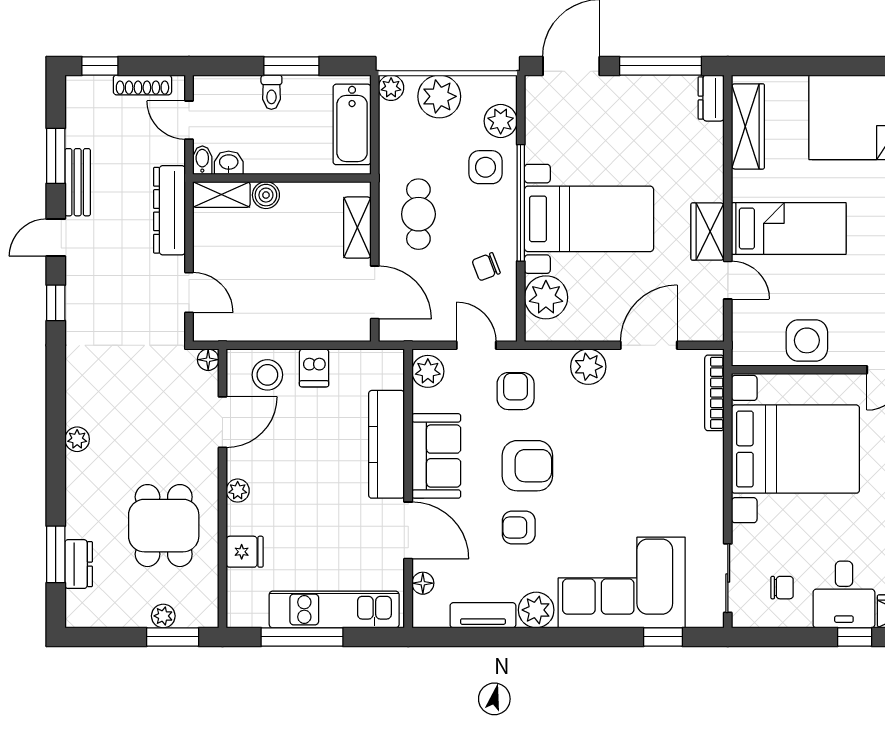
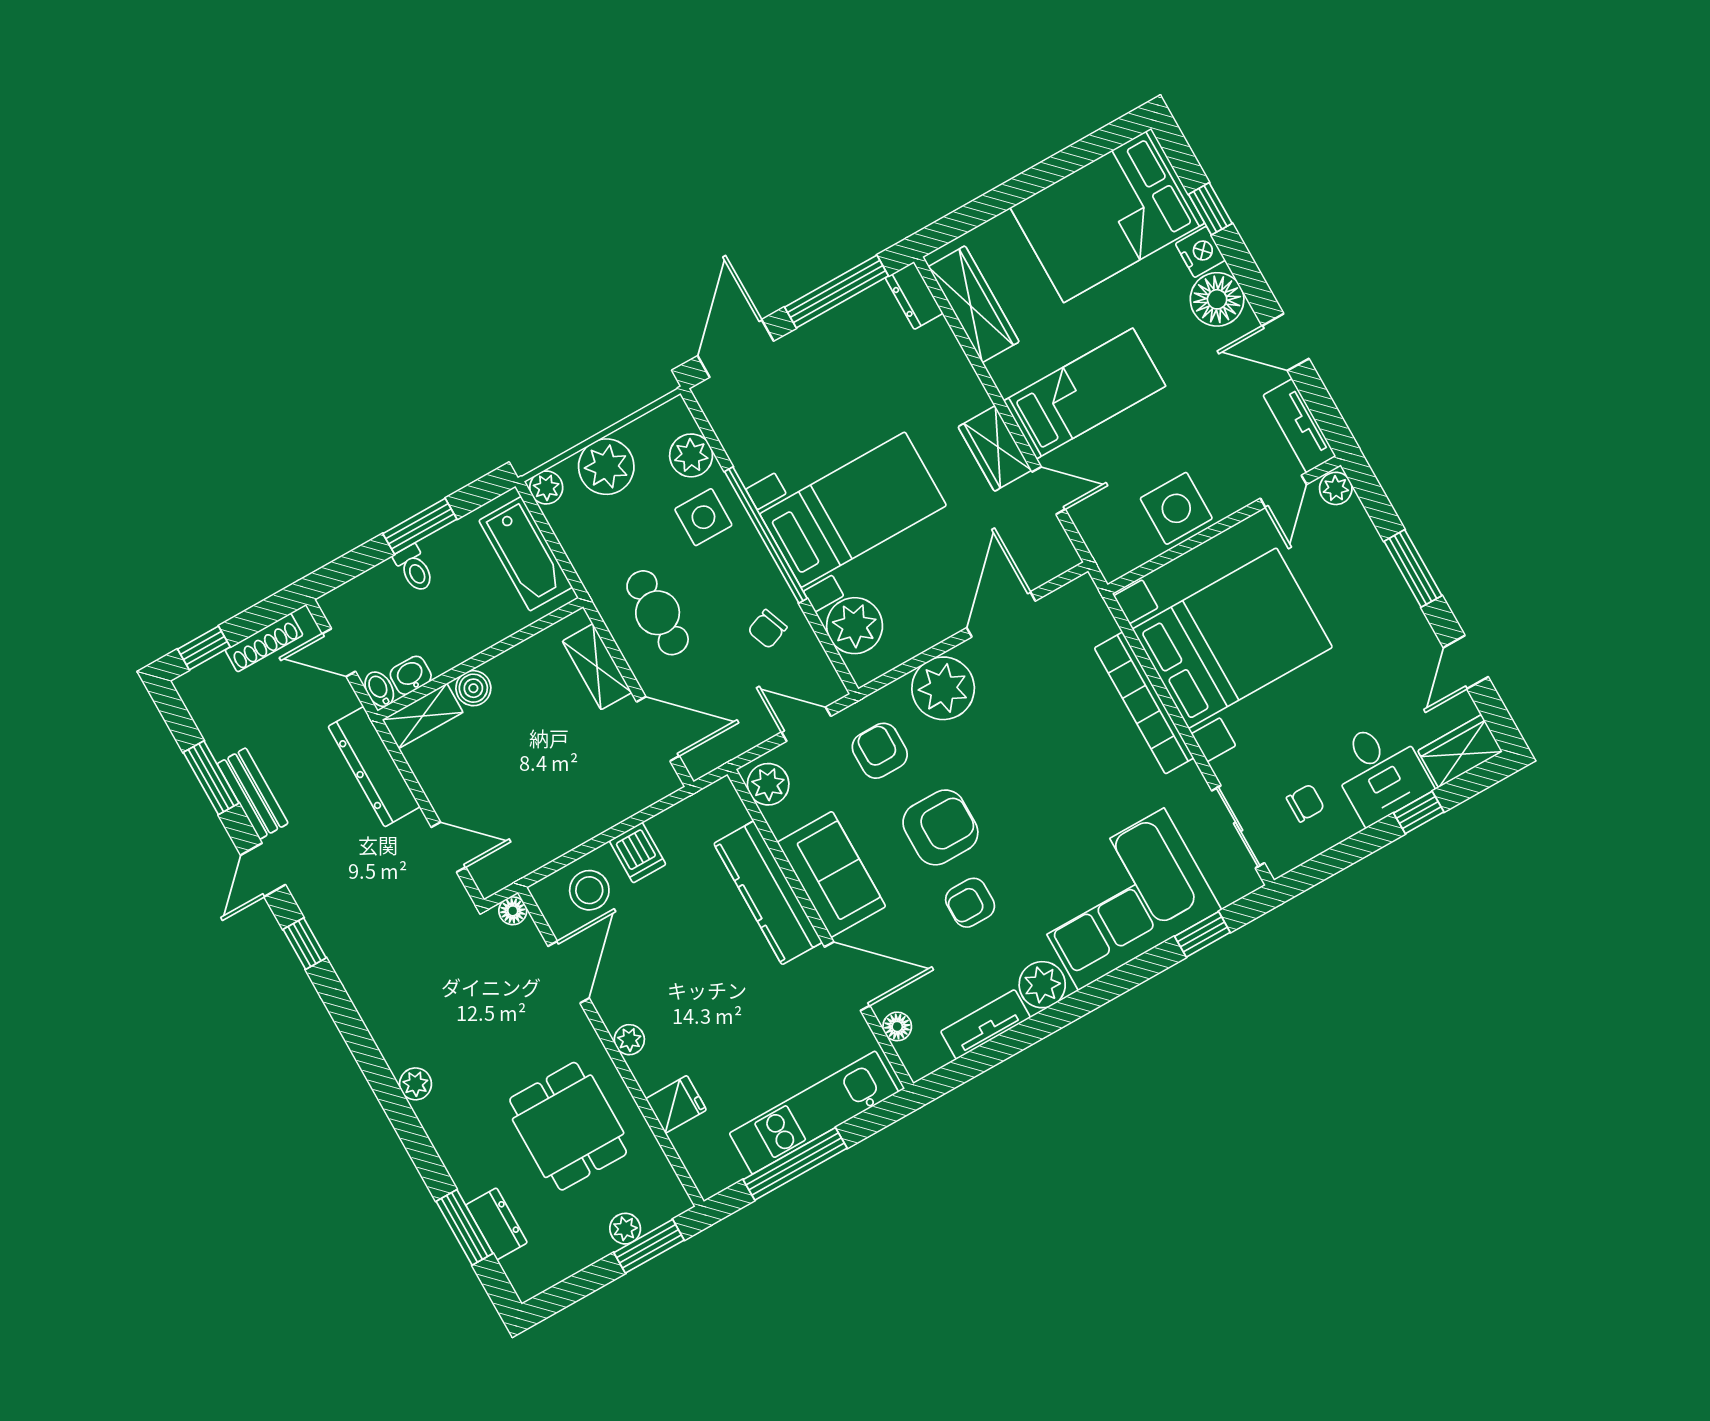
plant: (588, 367) -> (943, 688), width x1.36, depth x1.36
bookcase: (714, 393) -> (1144, 703), moved, width x1.48, depth x1.31

